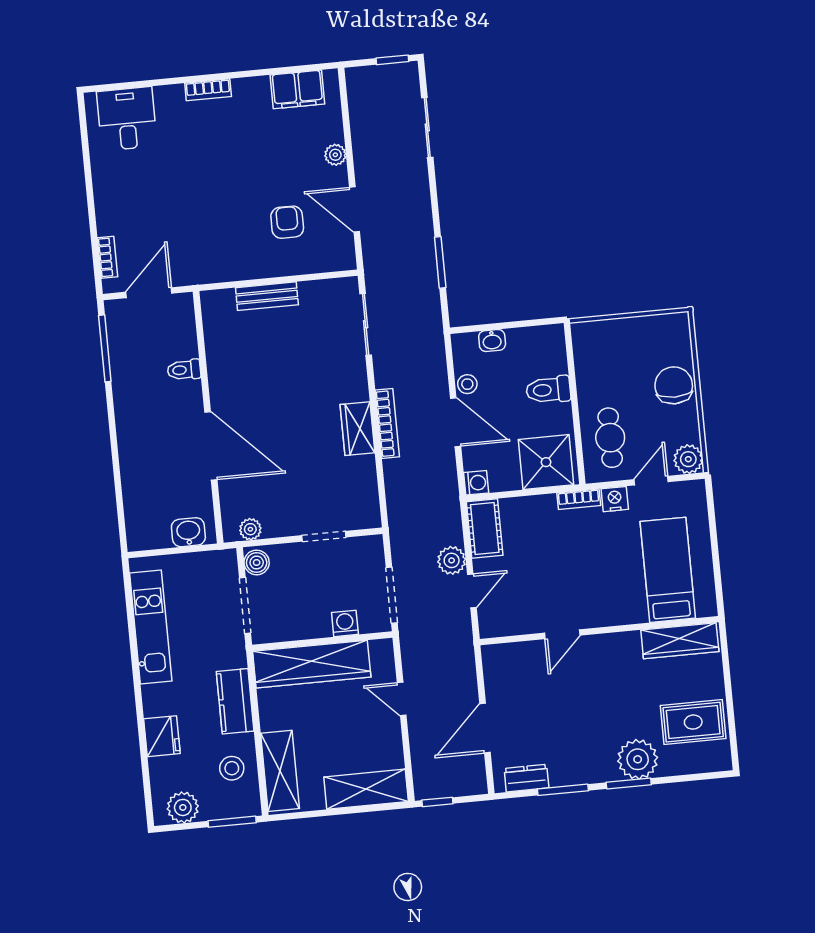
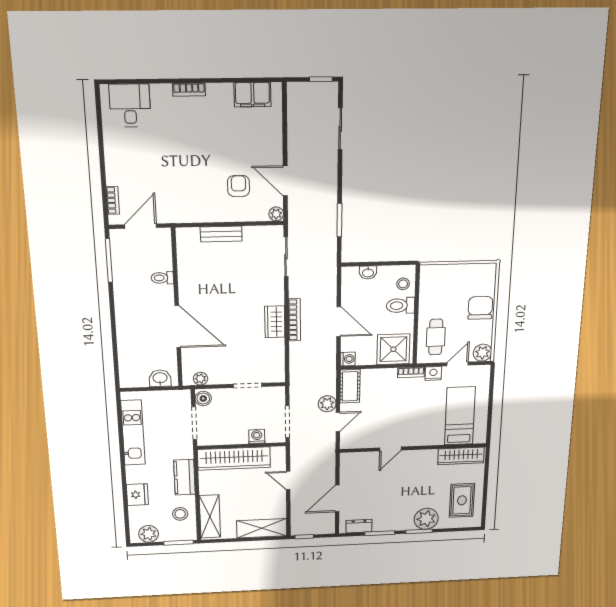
plant: (335, 155) -> (276, 214), moved
stool: (467, 384) -> (403, 284), moved
rug: (693, 722) -> (462, 500), turned 90

